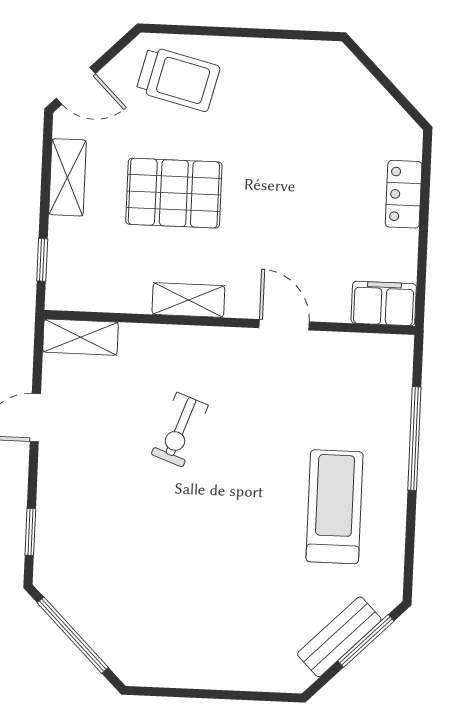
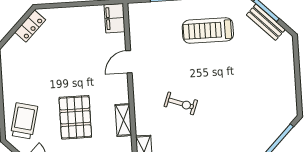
locker: (404, 194) -> (30, 26), moved, turned -45
shelving: (188, 300) -> (123, 120), moved

